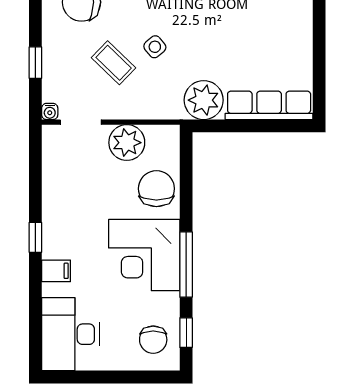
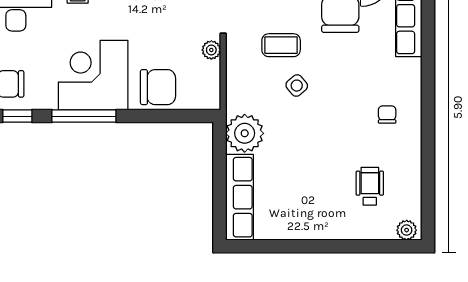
coffee table: (114, 63) -> (281, 45), turned 46
plant: (127, 143) -> (211, 50), width x0.53, depth x0.53

